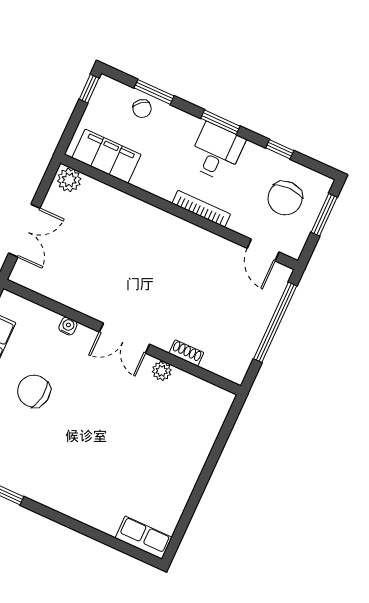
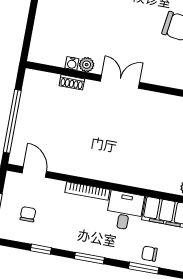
chair: (142, 109) -> (149, 254), turned -50
desk: (216, 152) -> (125, 211), moved, turned 180
chair: (285, 198) -> (28, 214), width x0.54, depth x0.54
water cooler: (68, 326) -> (72, 63), moved

